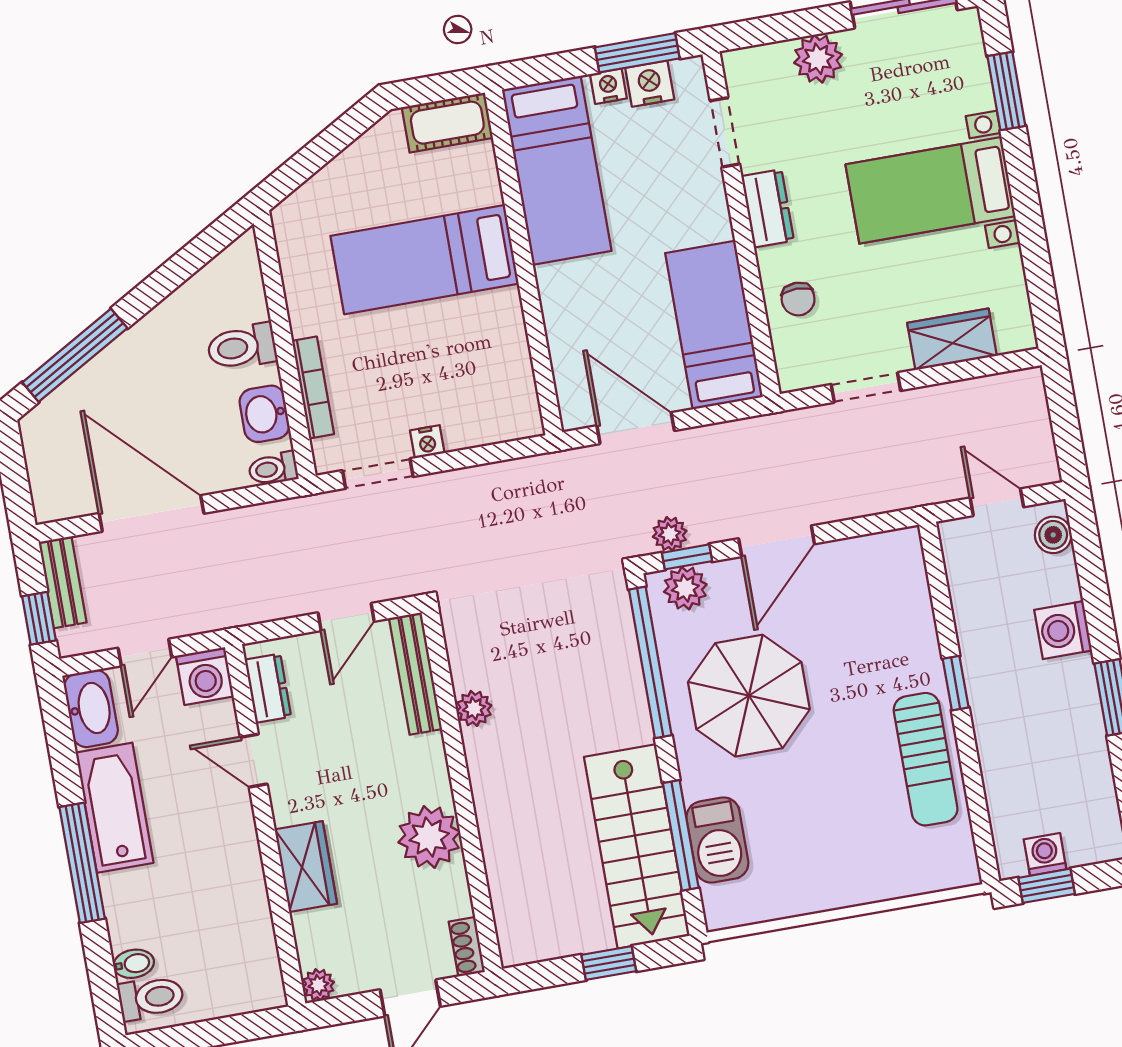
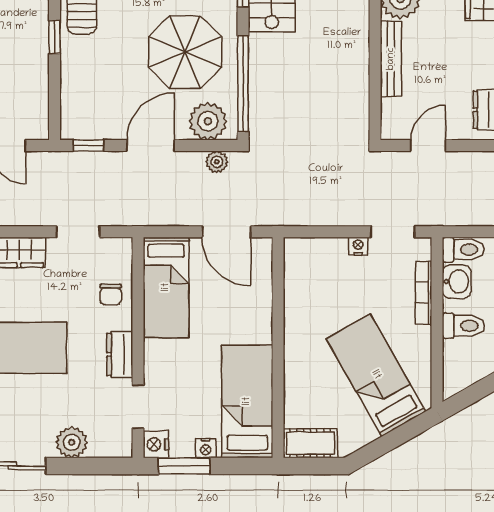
nightstand: (650, 84) -> (156, 444), moved, turned 90
bed: (425, 260) -> (376, 375), moved, turned -120
chair: (798, 299) -> (111, 294), turned 180
toilet: (273, 469) -> (463, 250), width x1.37, depth x1.39
window: (687, 557) -> (88, 146), moved
plant: (685, 588) -> (208, 121), width x1.36, depth x1.36
bench: (416, 674) -> (391, 59), moved
plant: (474, 708) -> (358, 74), removed

